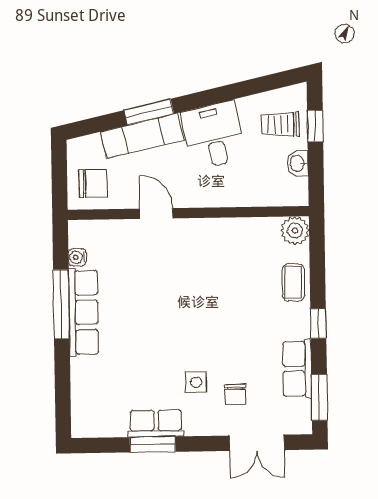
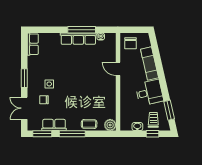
window: (149, 112) -> (169, 110), moved
door: (156, 213) -> (118, 69), swing flipped
window: (318, 323) -> (72, 134), width x2.17
row of seats: (156, 423) -> (33, 44), moved
window: (153, 444) -> (24, 78), moved

